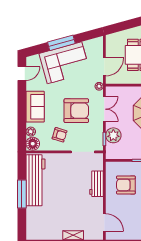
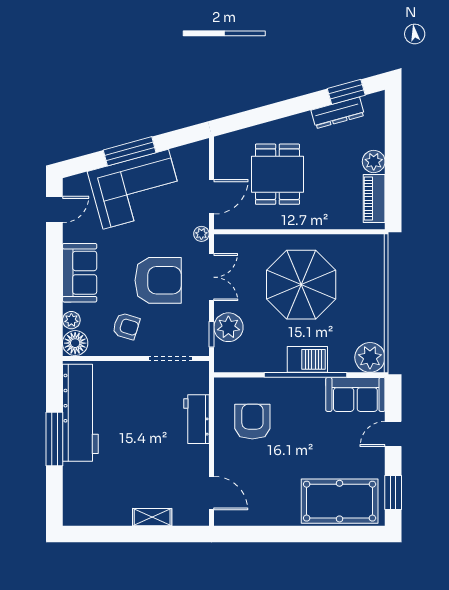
armchair: (126, 185) -> (252, 422), turned 90

